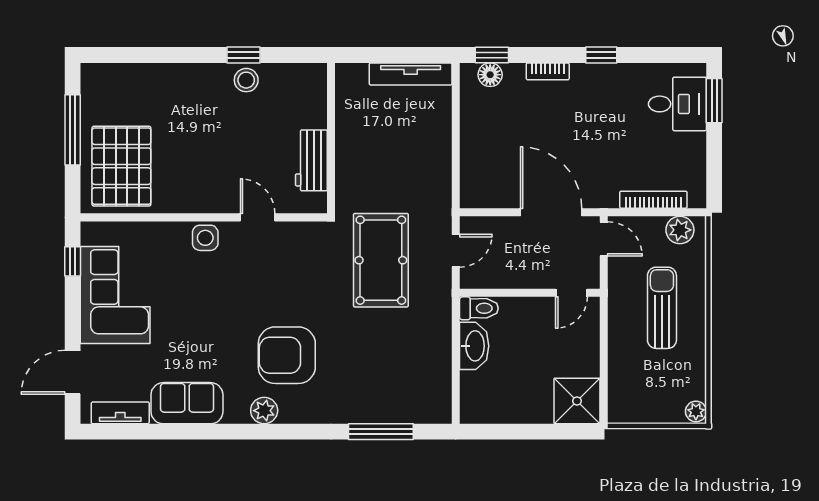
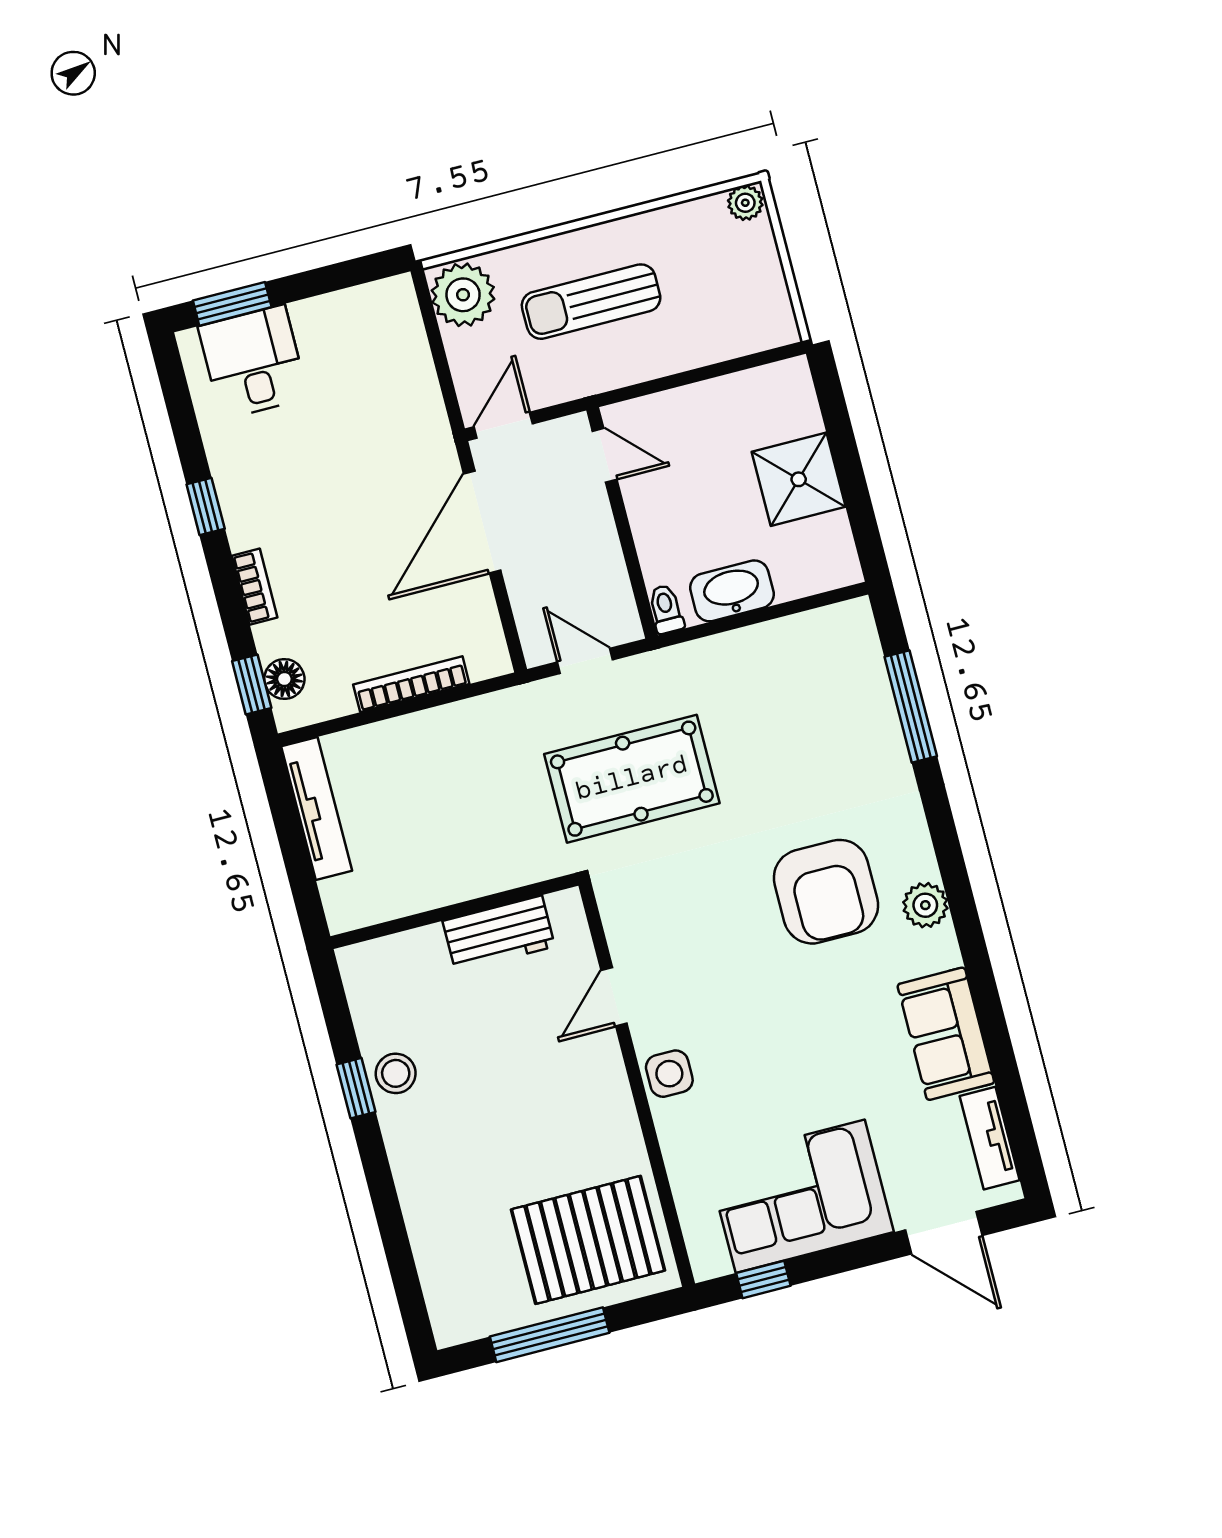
bookcase: (653, 200) -> (411, 684), moved, turned 90
plant: (680, 230) -> (463, 295), width x1.36, depth x1.36
toilet: (479, 308) -> (666, 609), width x0.73, depth x0.72
shower: (577, 401) -> (799, 479), moved

